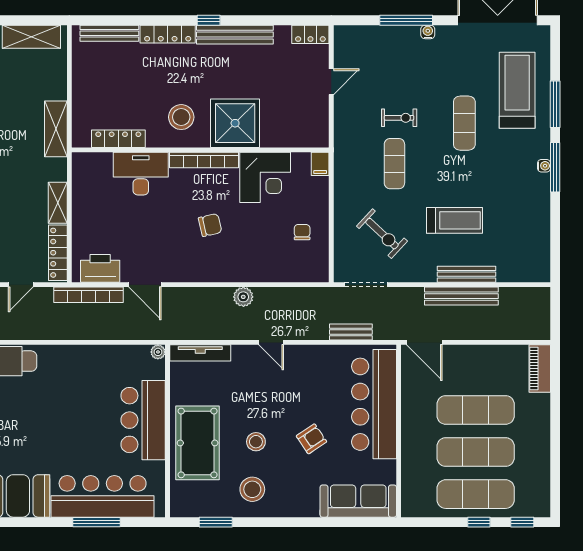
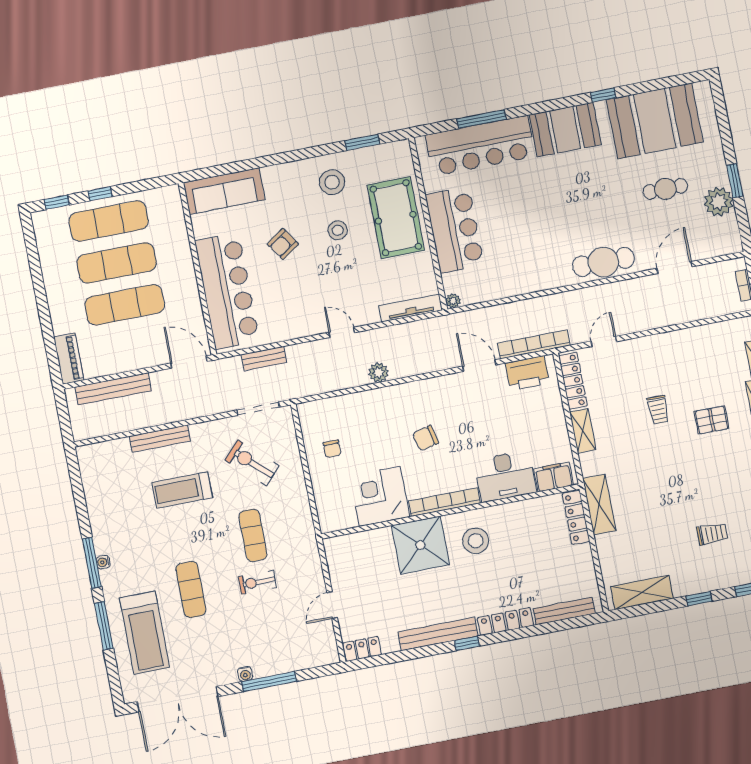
locker: (118, 139) -> (576, 517), moved, turned 90
filing cabinet: (320, 164) -> (554, 477), moved, width x2.00
bench: (461, 296) -> (113, 389), moved

